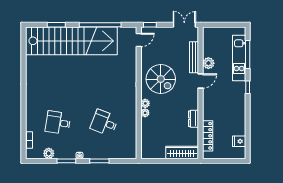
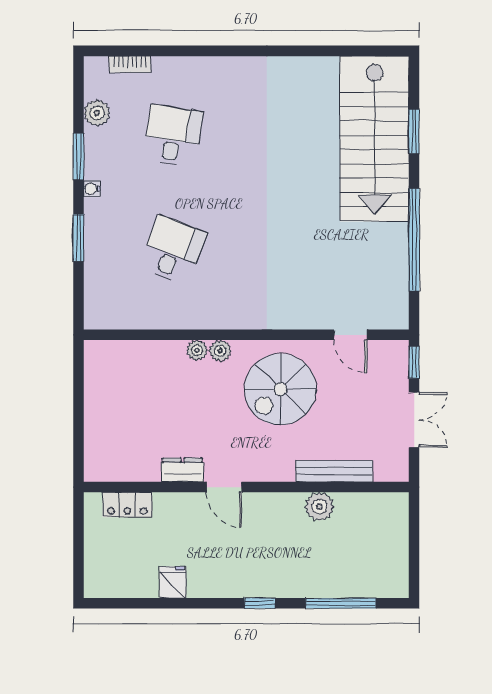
double door: (184, 25) -> (414, 420), moved
door: (139, 40) -> (350, 335), moved
stairs: (71, 41) -> (374, 139), width x0.73
kitchen unit: (239, 58) -> (332, 582), removed
door: (200, 81) -> (224, 487), moved
locker: (208, 136) -> (127, 505), width x0.66
fridge: (239, 141) -> (173, 582), moved
wardrobe: (182, 152) -> (99, 442), removed

